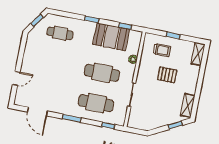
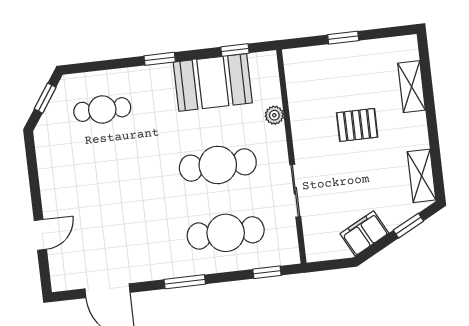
trolley: (162, 50) -> (329, 76), removed
shelving: (198, 54) -> (412, 87), moved
filing cabinet: (155, 122) -> (364, 233), added

